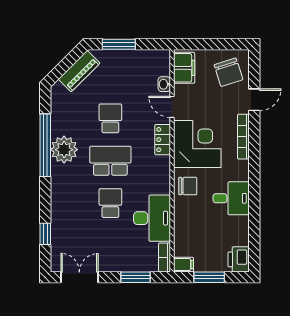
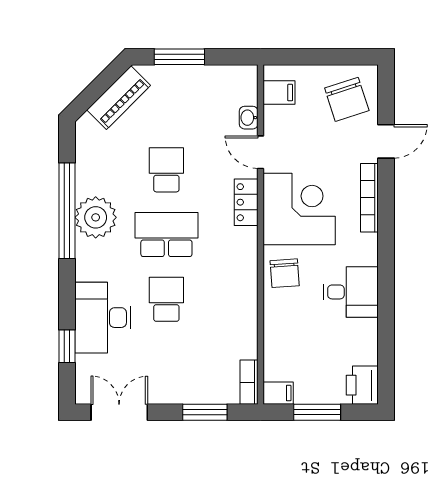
filing cabinet: (184, 68) -> (279, 93), width x0.50
chair: (188, 186) -> (285, 273), turned 86
desk: (152, 218) -> (103, 318), moved, turned 180

